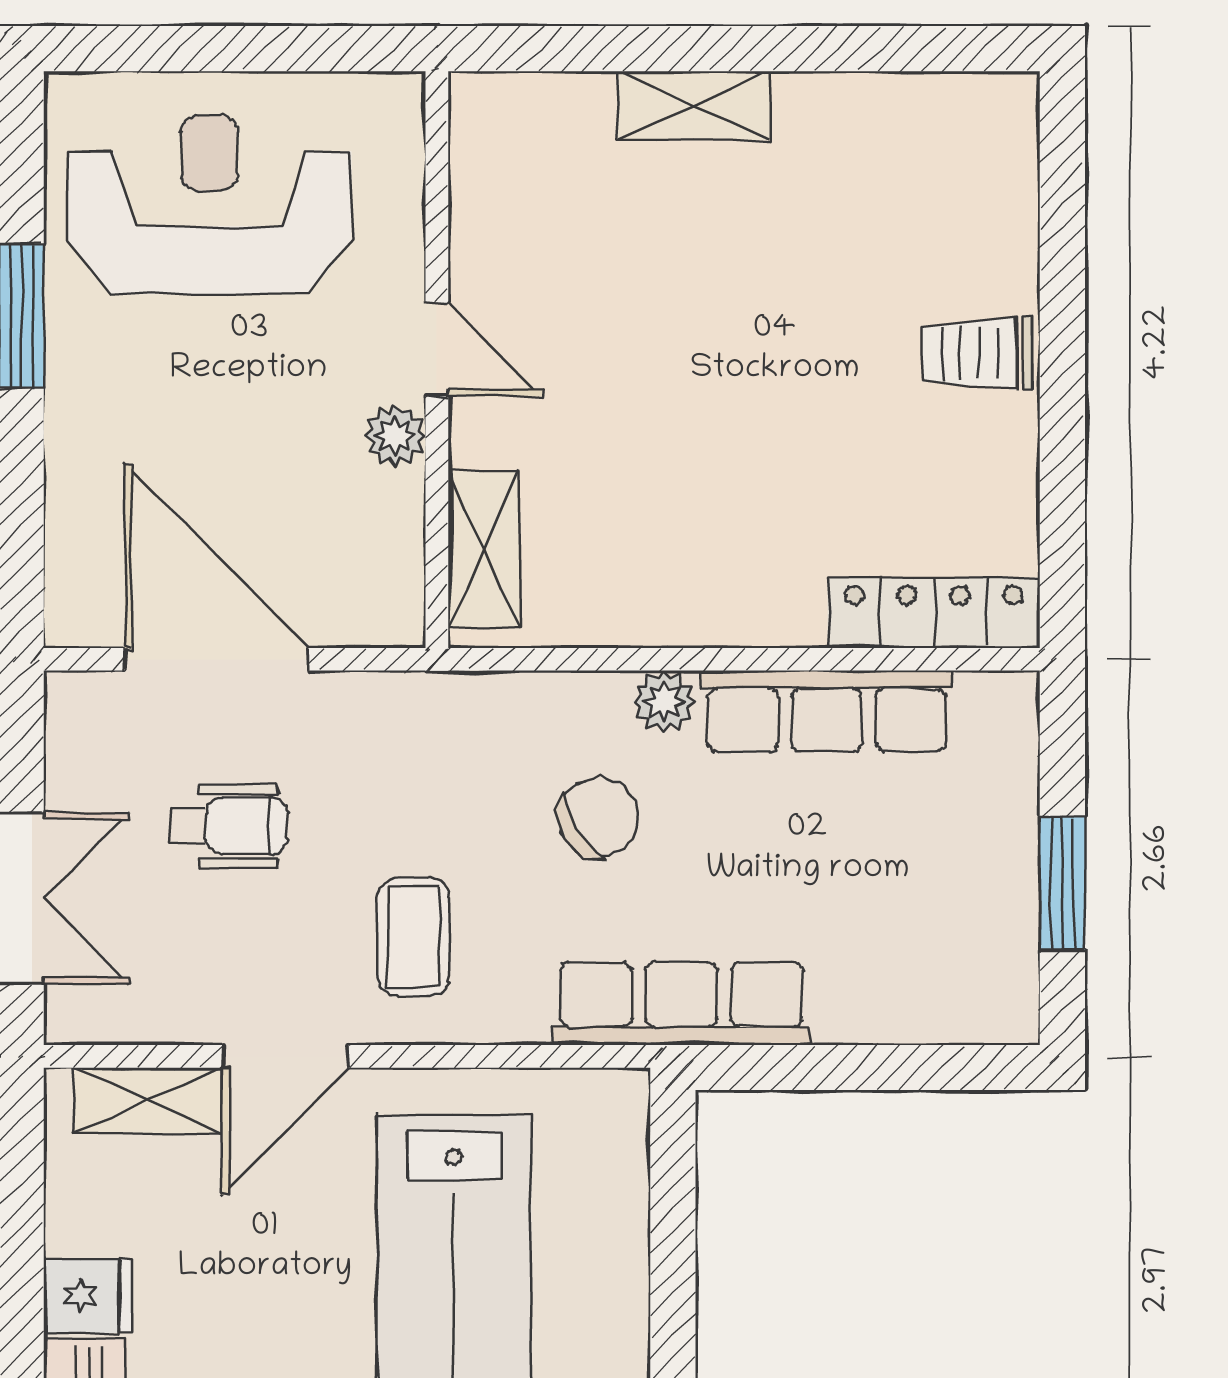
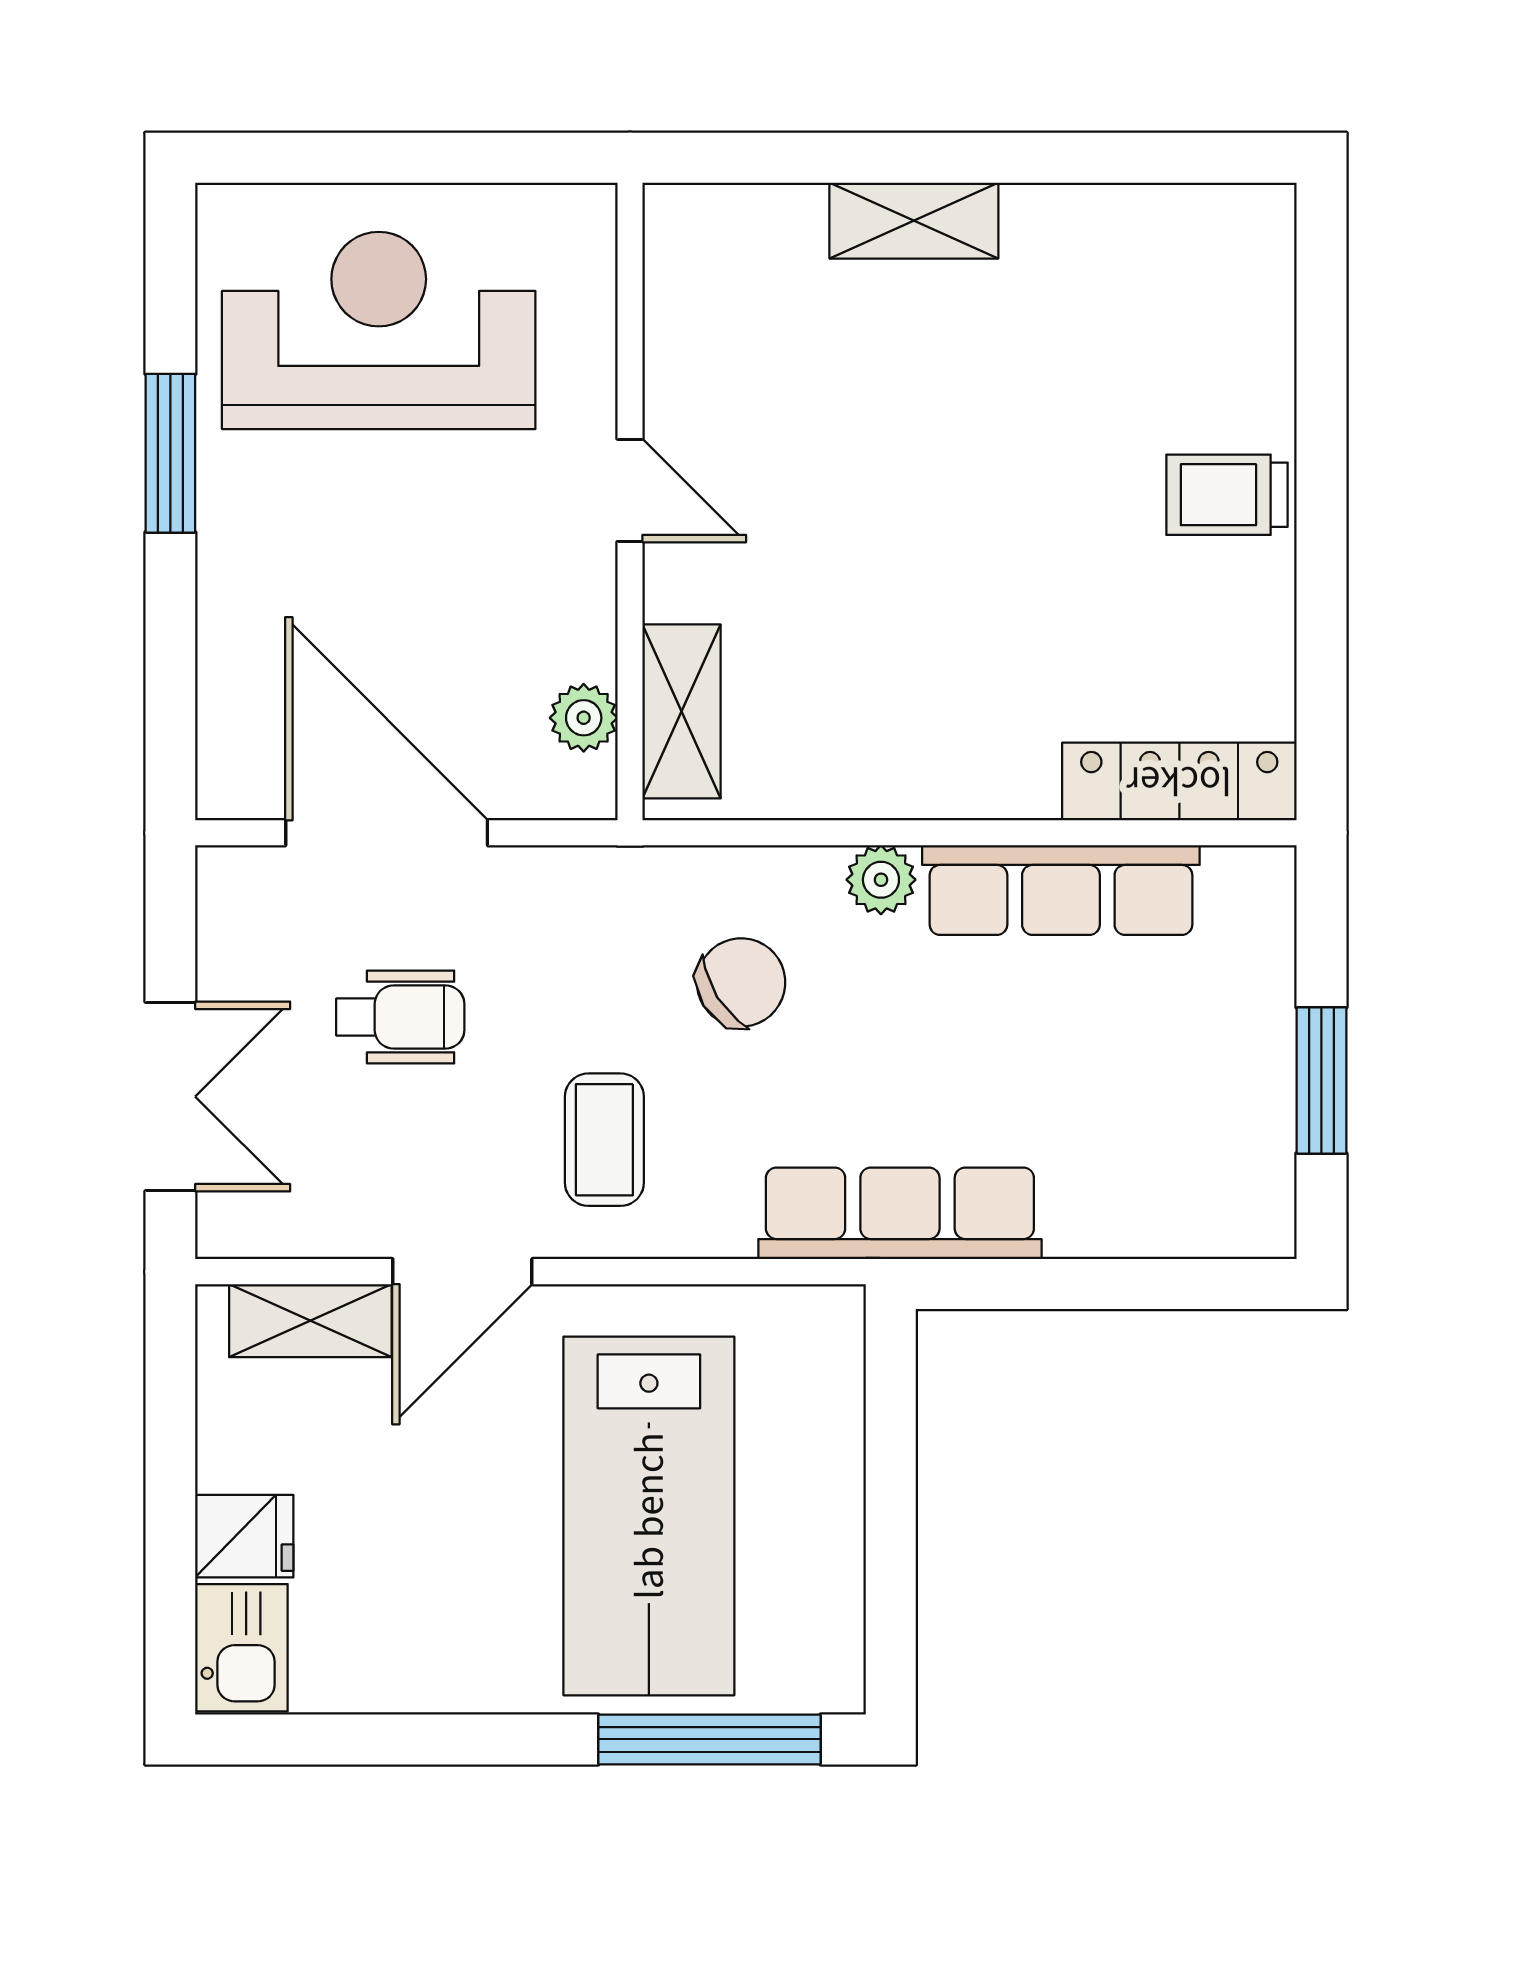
plant: (395, 436) -> (584, 718), moved
chair: (598, 817) -> (741, 982), moved

